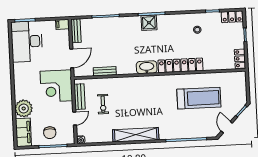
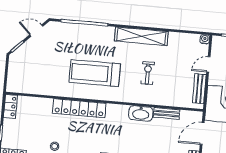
washbasin: (147, 67) -> (141, 113), moved
treadmill: (199, 98) -> (95, 73), moved
exercise bike: (103, 104) -> (148, 73), moved
door: (227, 127) -> (36, 31), swing flipped

